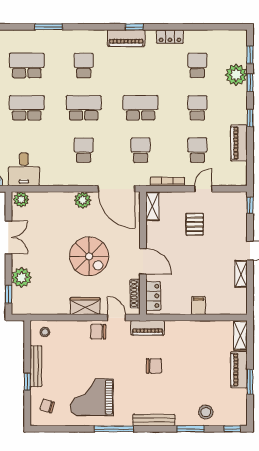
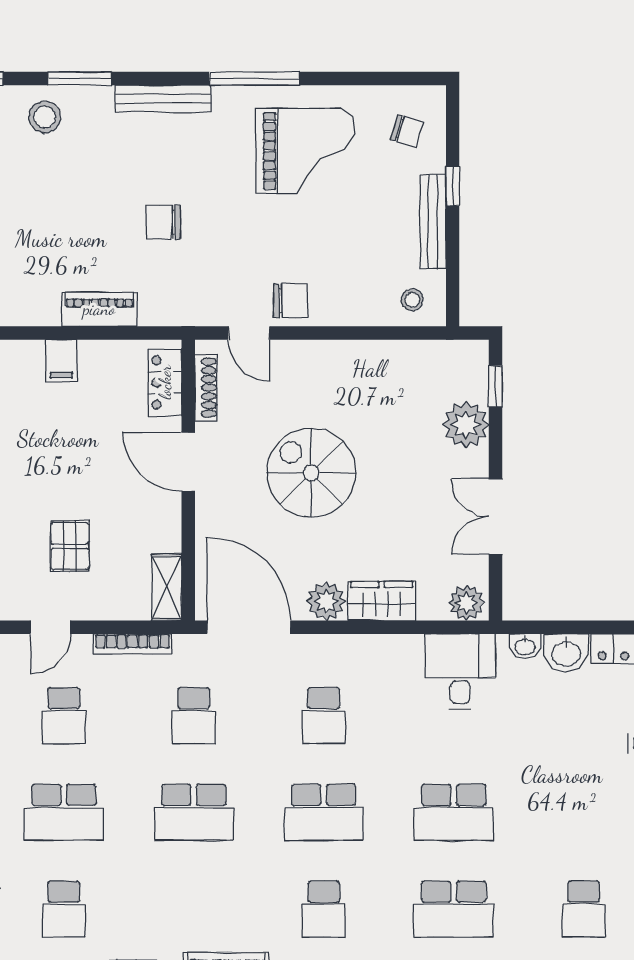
school desk: (197, 108) -> (64, 812), width x1.85
wardrobe: (85, 306) -> (382, 601), moved, turned 180
piano: (148, 328) -> (99, 309), moved

